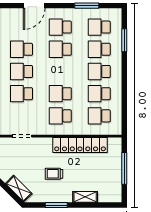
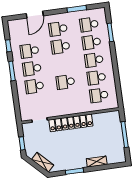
school desk: (60, 116) -> (68, 100), removed
locker: (80, 145) -> (71, 123), moved
trolley: (54, 174) -> (69, 147), removed

